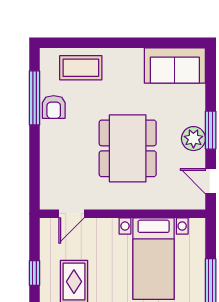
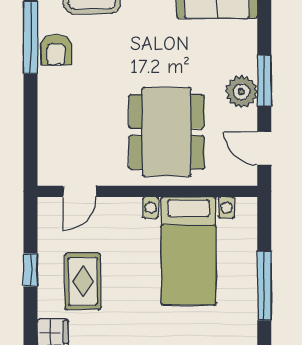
dining table: (128, 148) -> (167, 132), moved

